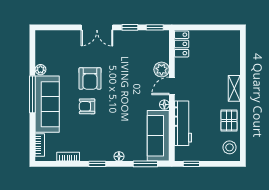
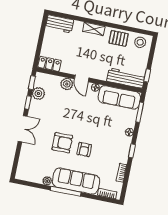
plant: (143, 38) -> (38, 94), added
workbench: (232, 46) -> (60, 24), added
workbench: (183, 123) -> (126, 78), moved

